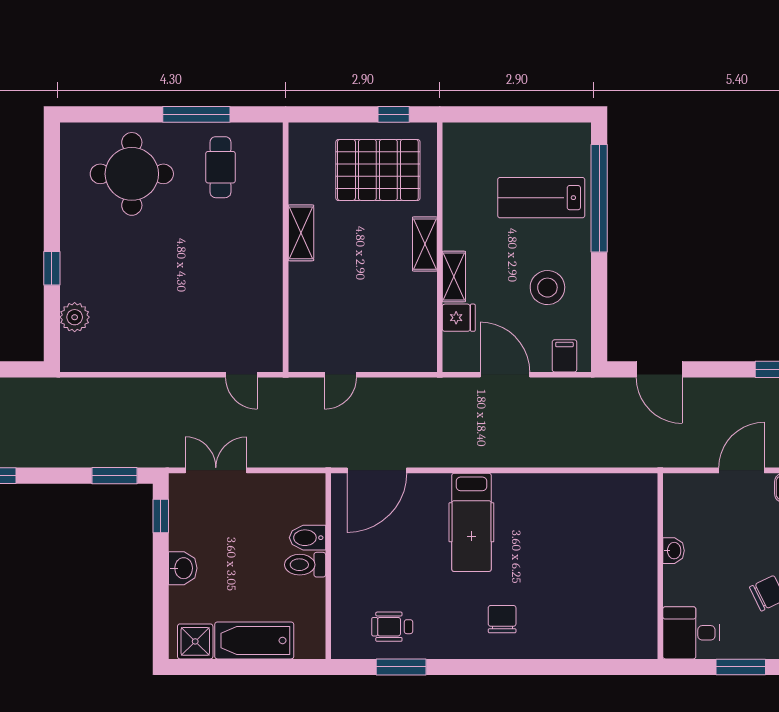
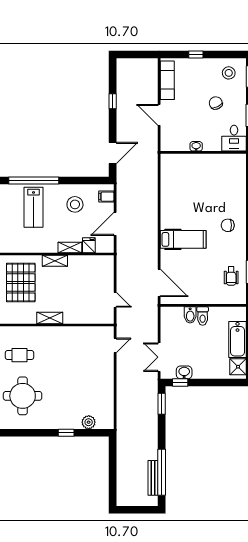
washbasin: (183, 568) -> (184, 372), moved

